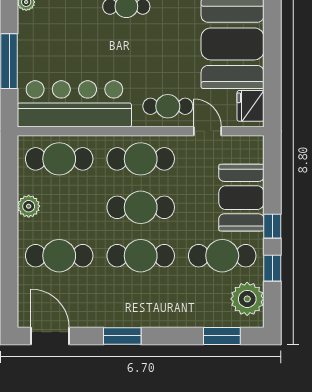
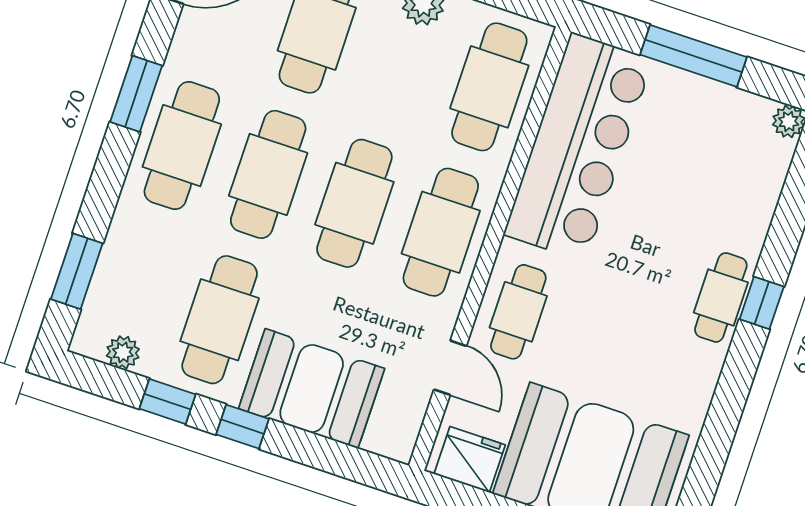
door: (207, 131) -> (450, 368), hinge flipped
plant: (247, 299) -> (123, 352), width x0.53, depth x0.53
cafe table: (141, 304) -> (182, 146), added

